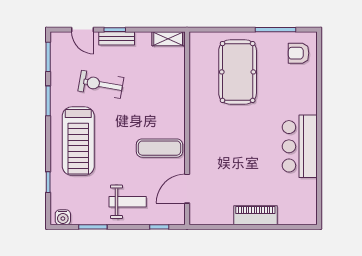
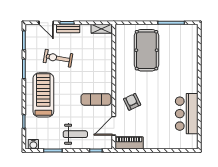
armchair: (299, 53) -> (132, 102), moved, turned 65
treadmill: (78, 141) -> (43, 95), turned 180
bar counter: (300, 146) -> (187, 114), moved
piano: (255, 215) -> (129, 143), moved

